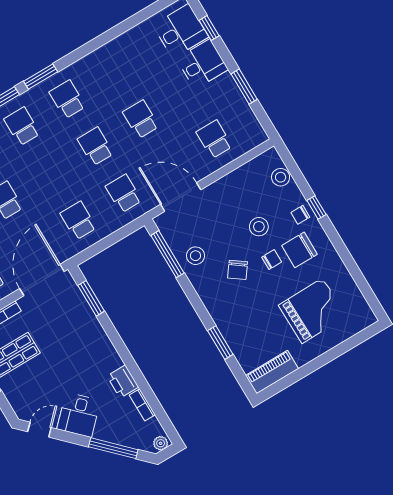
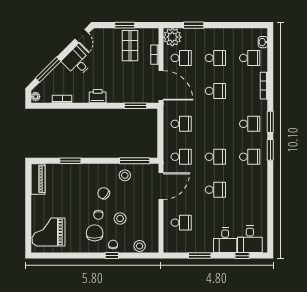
grand piano: (312, 311) -> (48, 232), moved, turned 91
printer: (123, 381) -> (98, 96), moved

